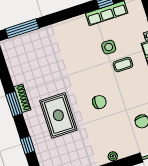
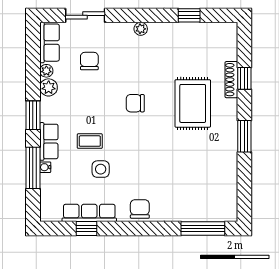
chair: (71, 28) -> (140, 209), added
shoe rack: (22, 98) -> (231, 80), moved

